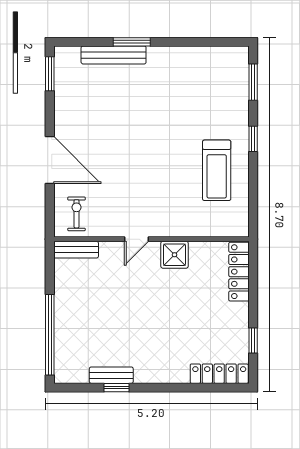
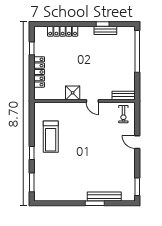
door: (50, 160) -> (137, 142), width x0.53
treadmill: (217, 170) -> (51, 137), turned 180
door: (136, 239) -> (92, 101), swing flipped
locker: (239, 272) -> (39, 72), moved
locker: (219, 374) -> (63, 31), moved

